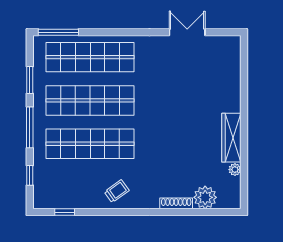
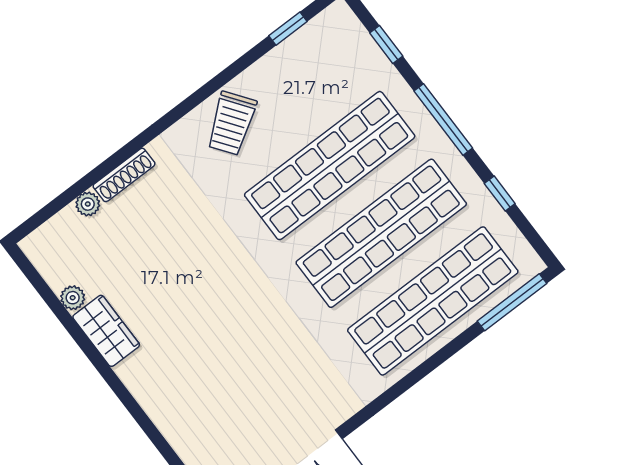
window: (30, 80) -> (500, 194), width x0.67
wardrobe: (231, 138) -> (106, 331), width x0.67
trolley: (117, 191) -> (231, 123), width x1.36, depth x1.39
plant: (205, 197) -> (88, 204), width x0.53, depth x0.53

